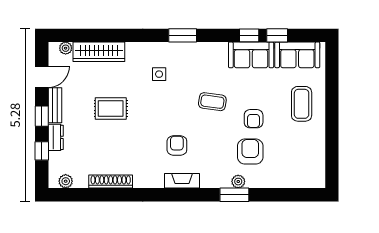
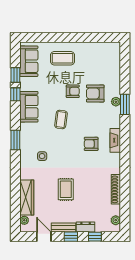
sofa: (251, 55) -> (29, 107), moved

